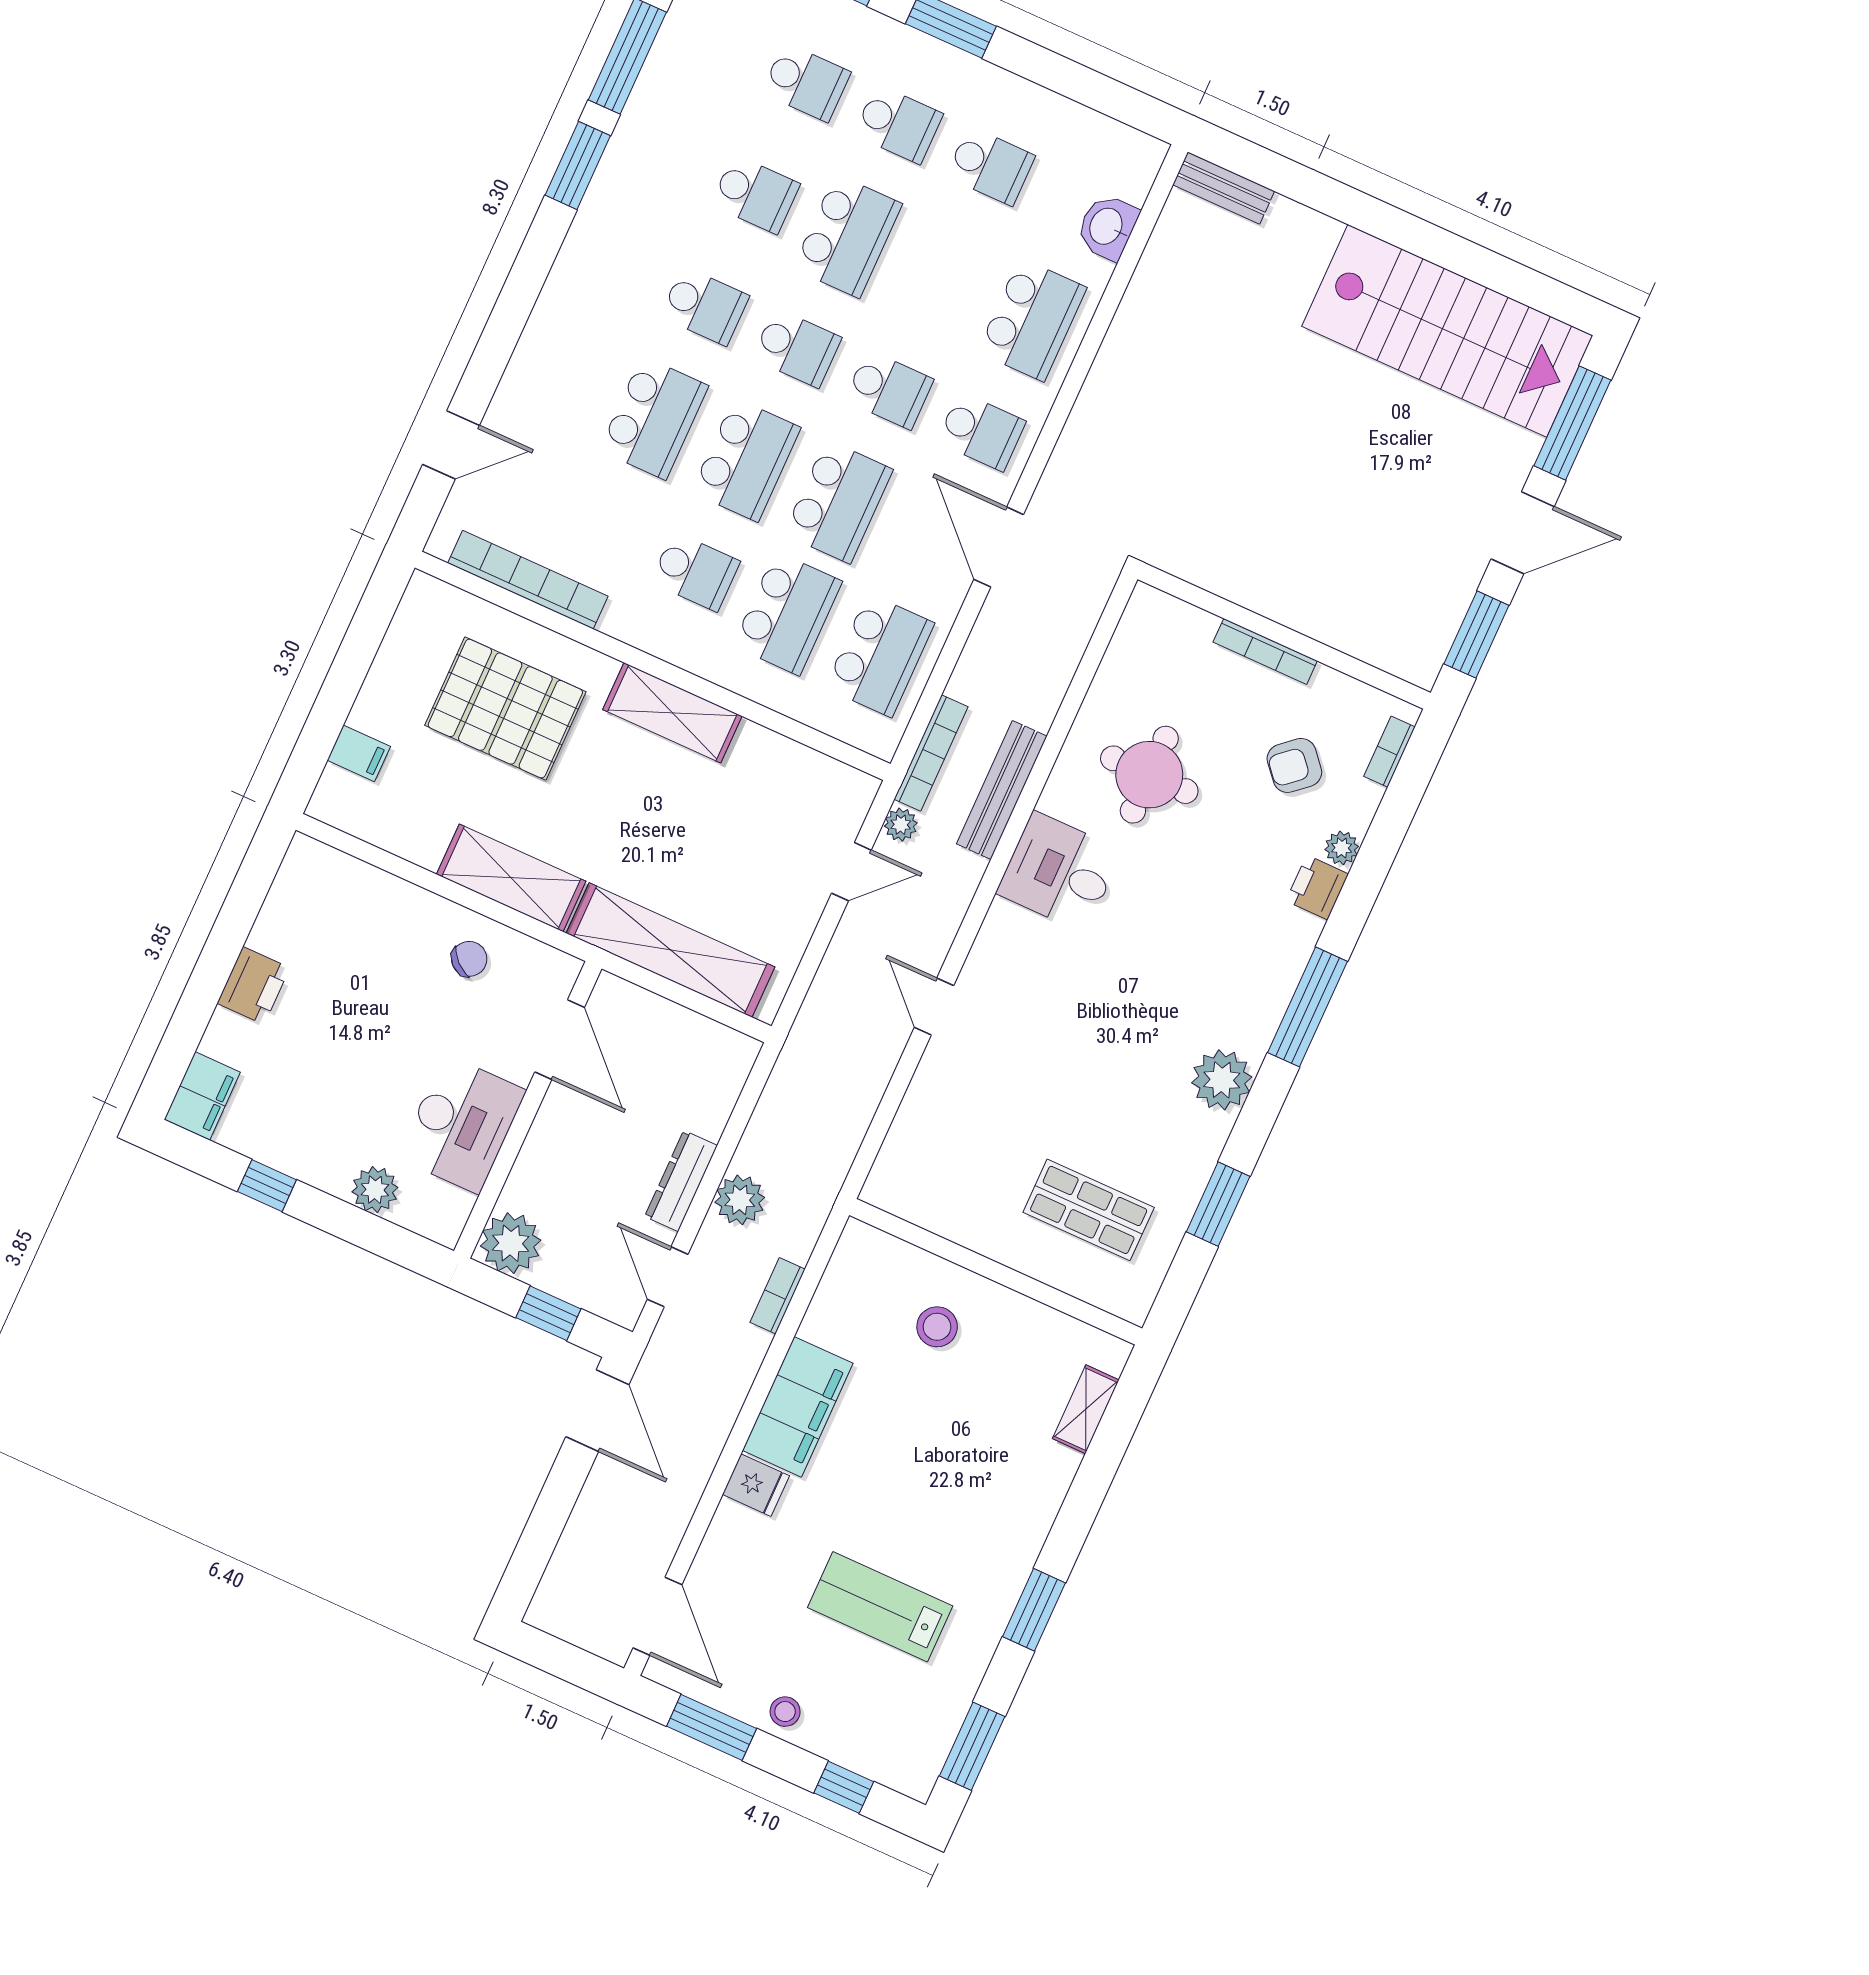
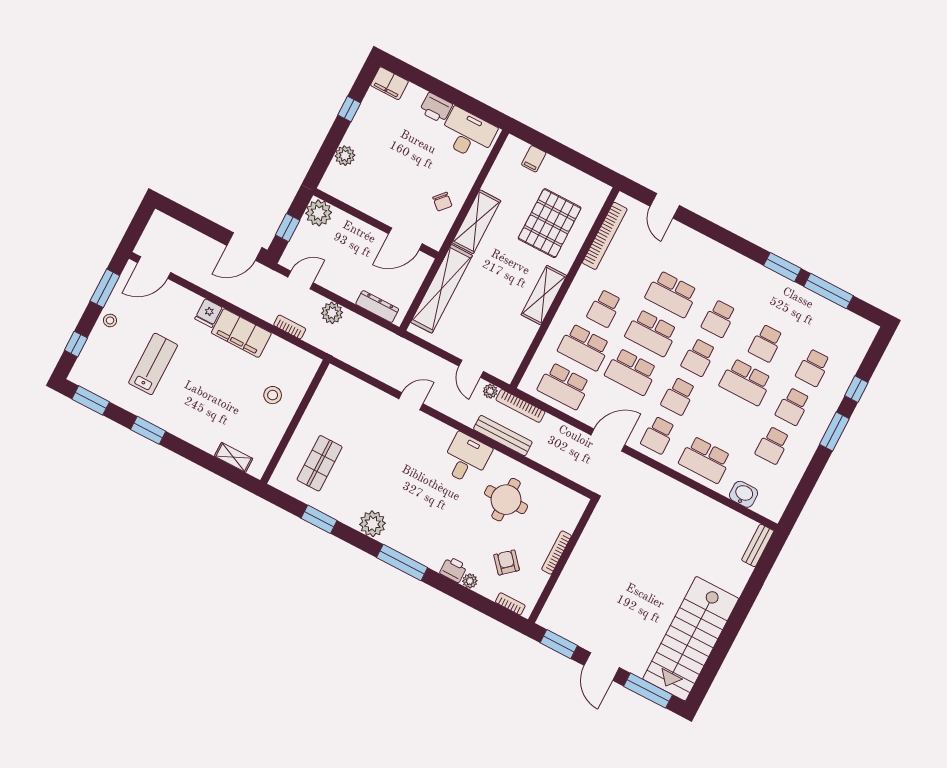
desk: (462, 1124) -> (468, 134), moved, turned 180
dresser: (681, 1181) -> (377, 307), moved

